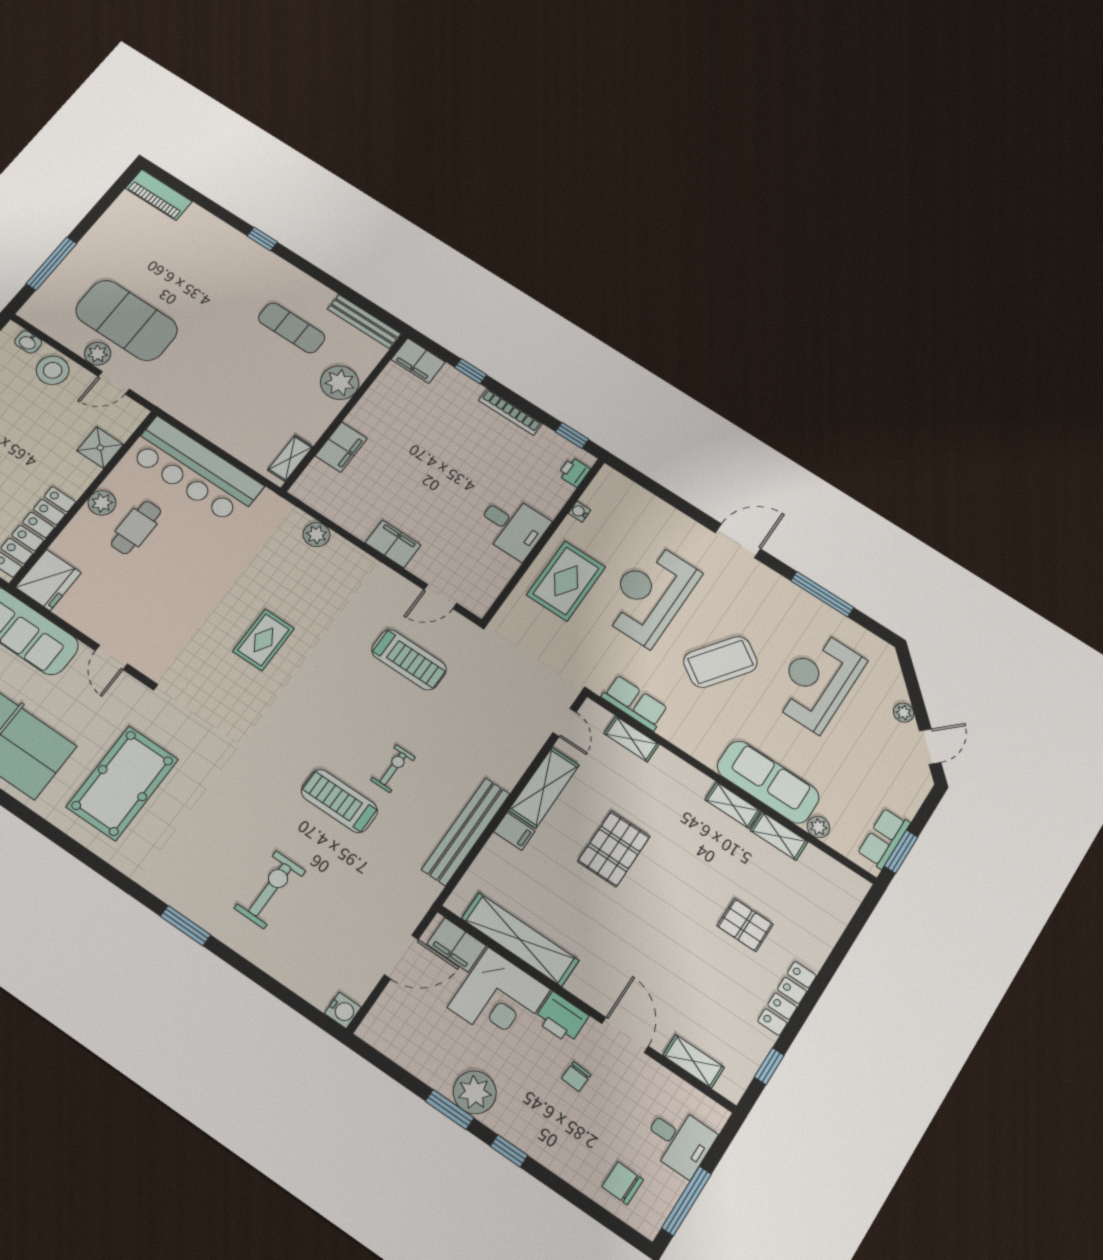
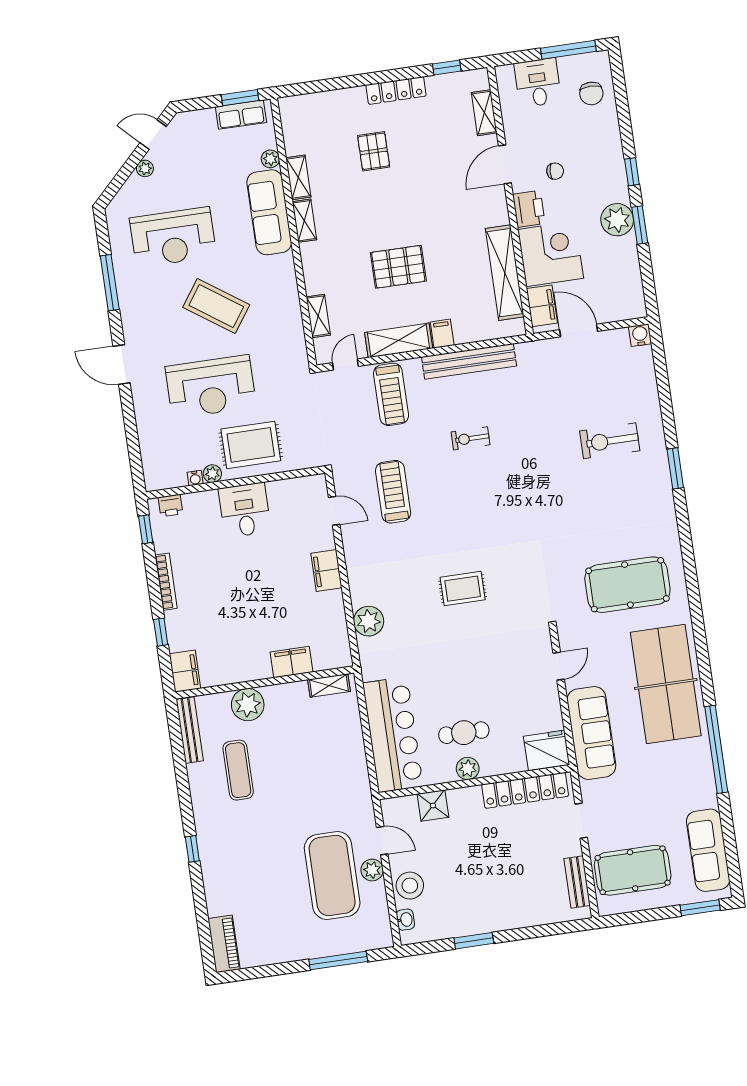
plant: (570, 529) -> (212, 474), added
plant: (317, 535) -> (369, 621), width x1.36, depth x1.36
row of seats: (635, 703) -> (293, 334), removed
treadmill: (339, 801) -> (391, 394), moved

